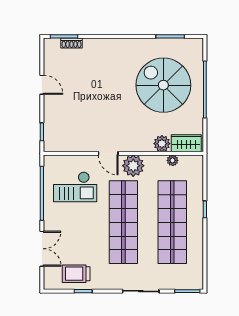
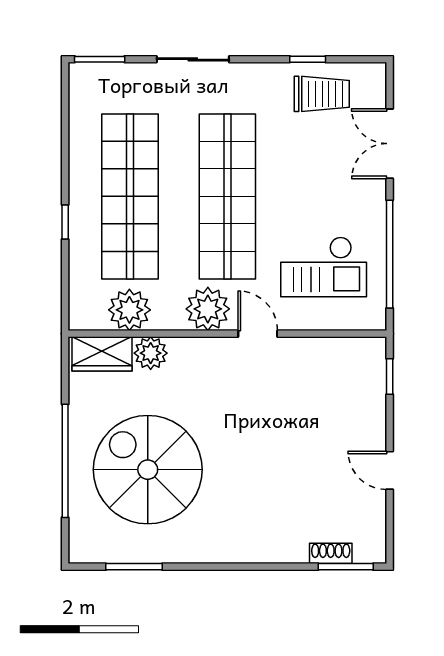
spiral stairs: (163, 85) -> (148, 470), turned 180
plant: (173, 160) -> (129, 310), width x1.87, depth x1.87
checkout: (75, 187) -> (324, 267), turned 180

